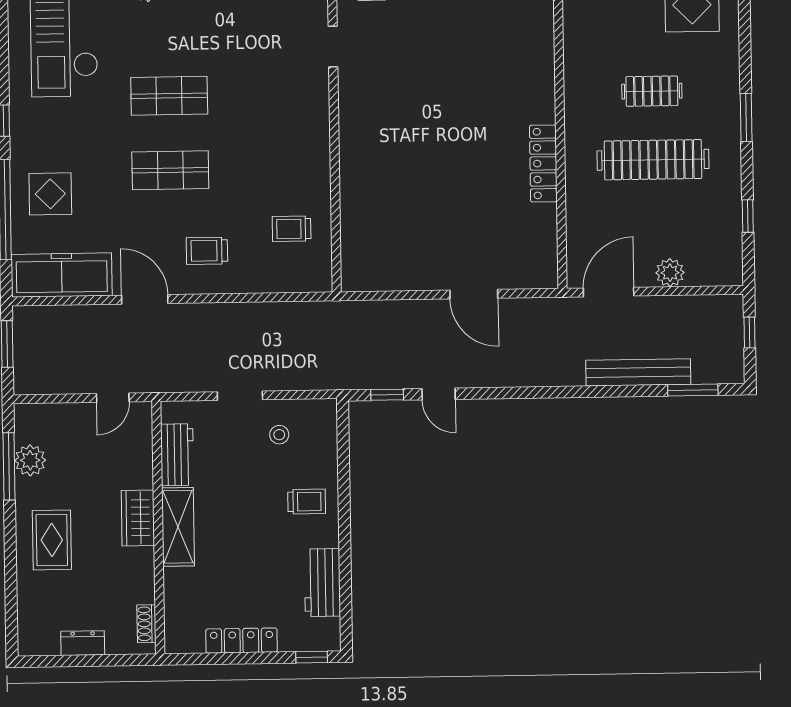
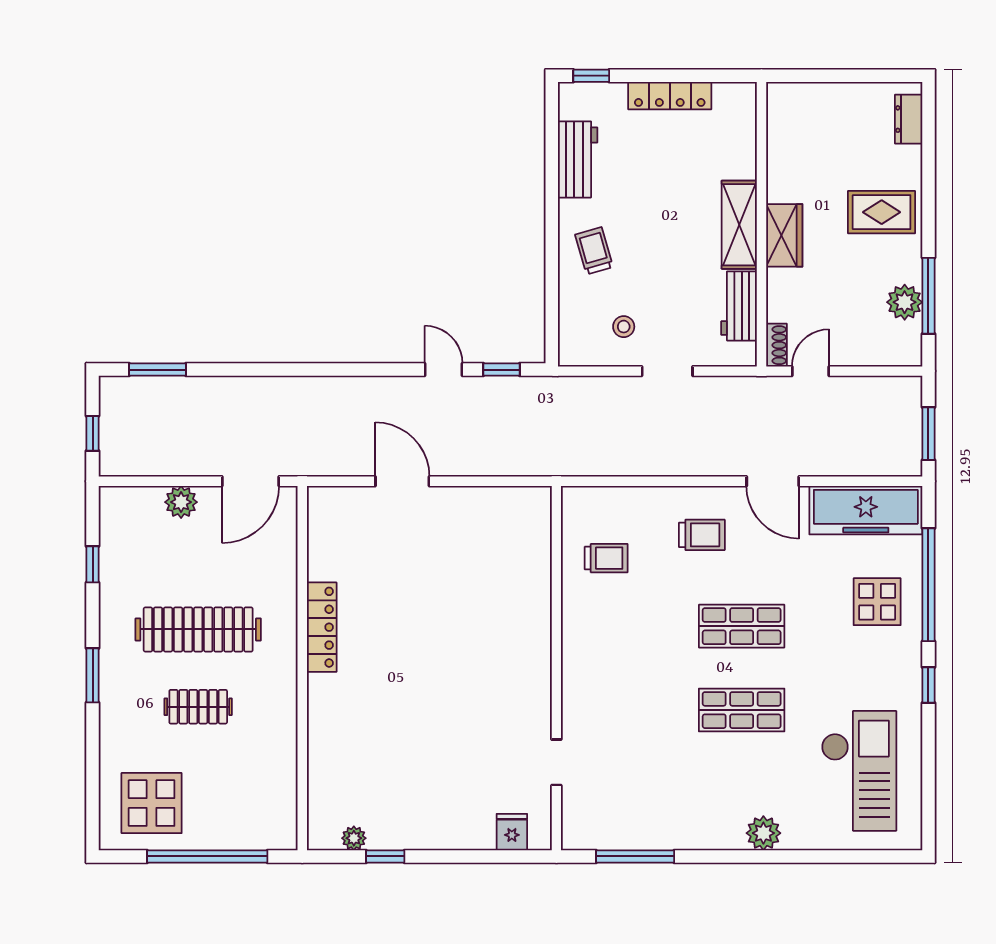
bench: (638, 372) -> (218, 390), removed
trolley: (307, 502) -> (594, 251), turned 74
rug: (52, 540) -> (882, 212), turned 90
shoe rack: (146, 624) -> (777, 345), moved
dresser: (83, 643) -> (909, 119), moved, turned 90

